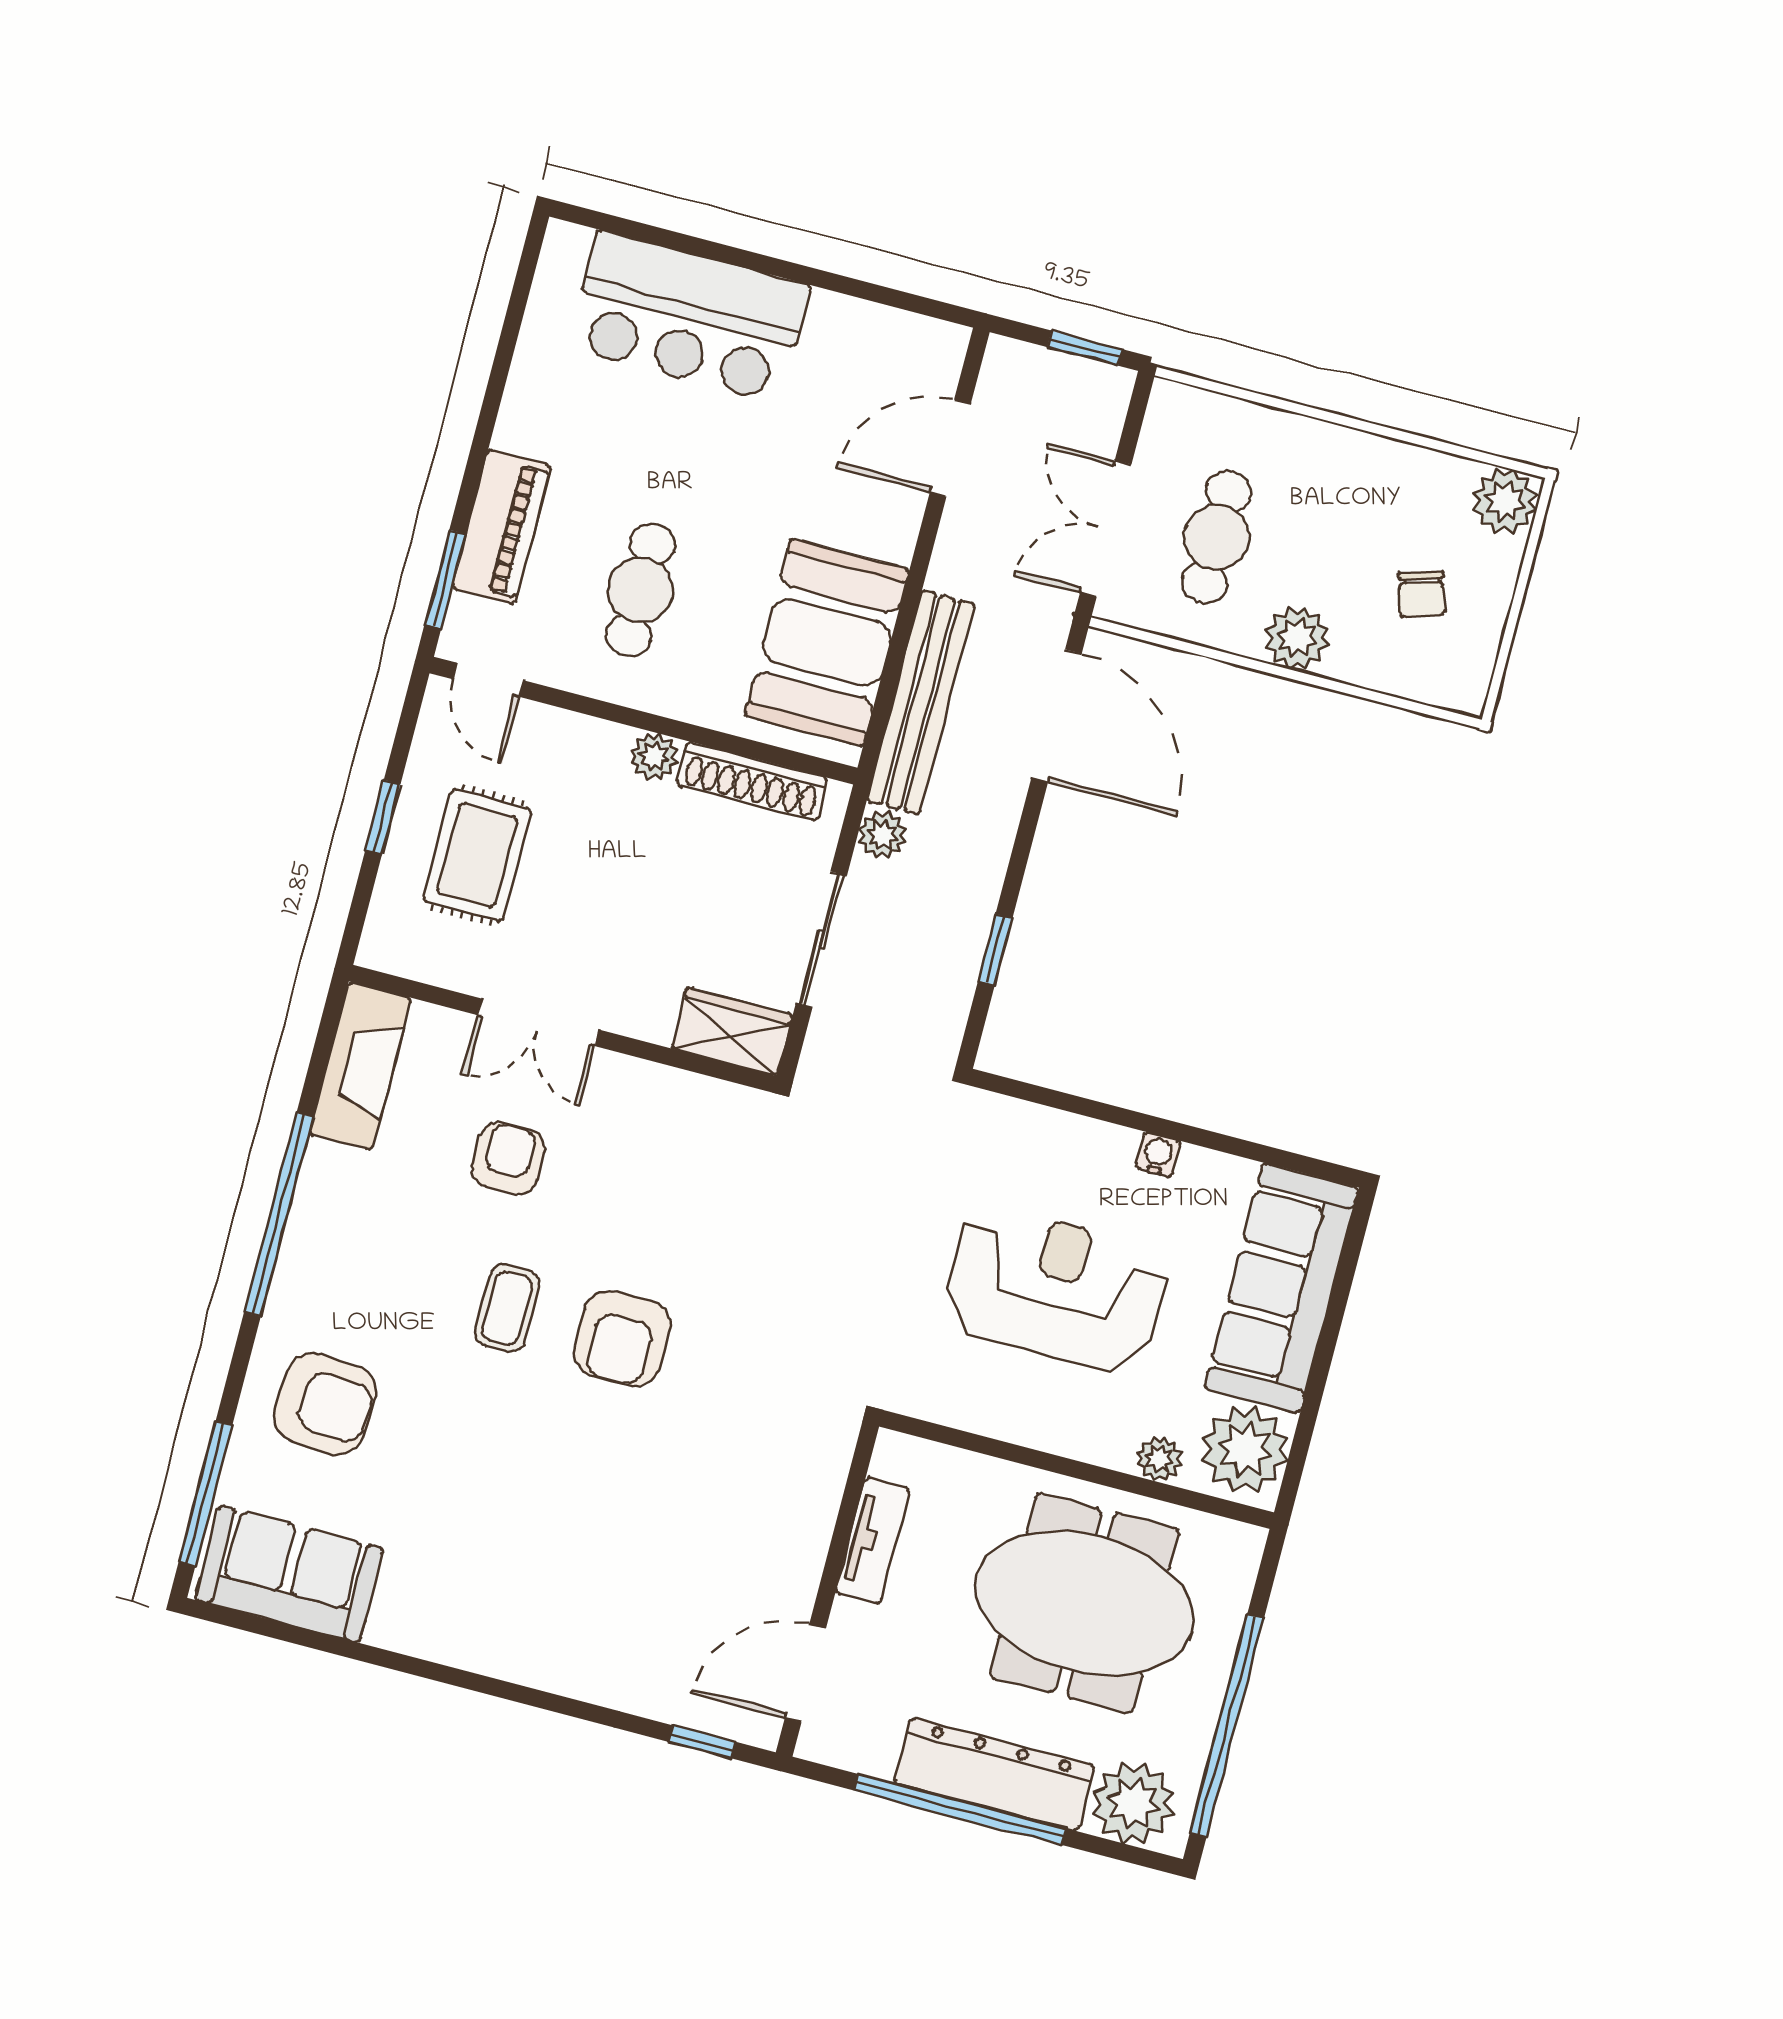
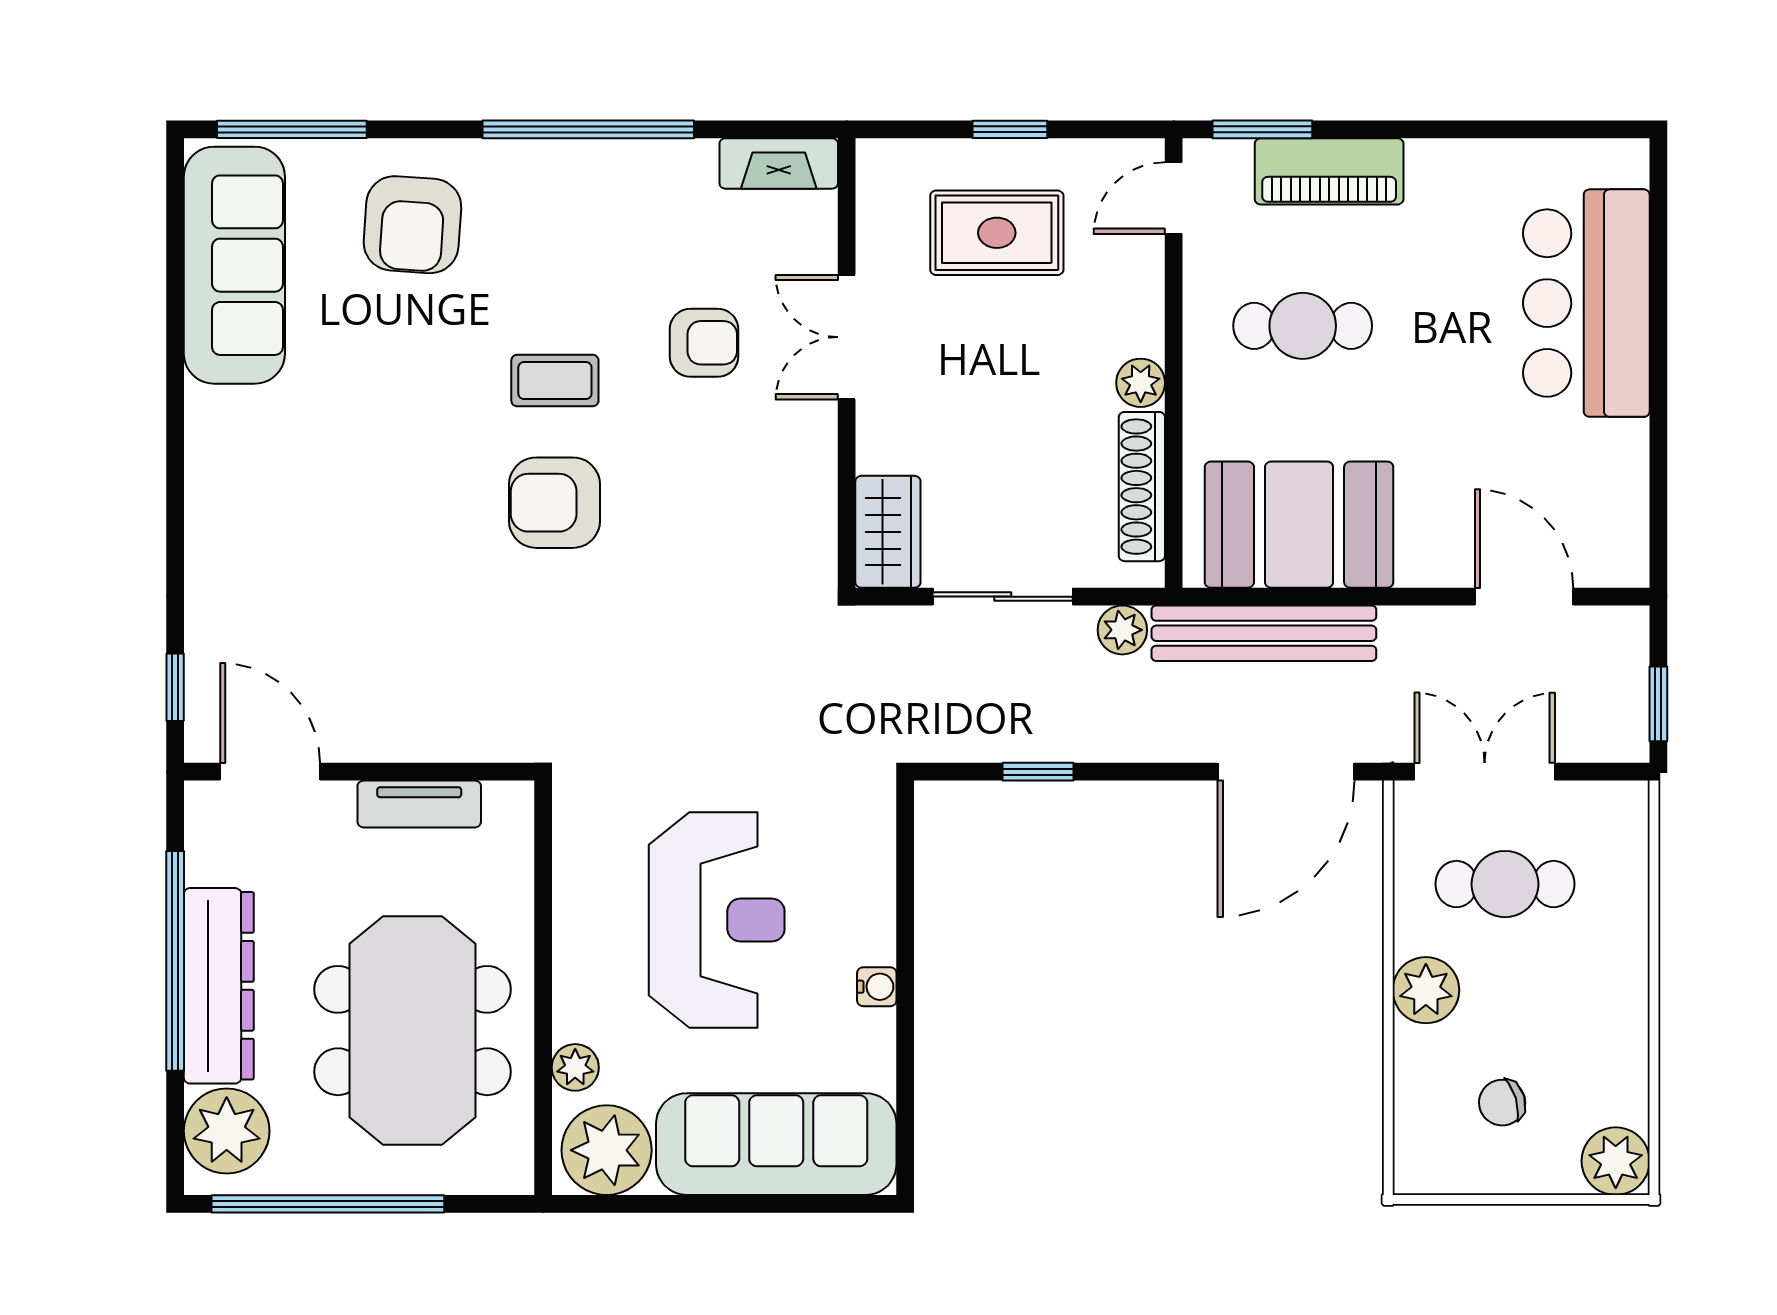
fireplace: (360, 1066) -> (779, 163), width x0.73, depth x0.76
sofa: (289, 1574) -> (234, 265), width x1.36

